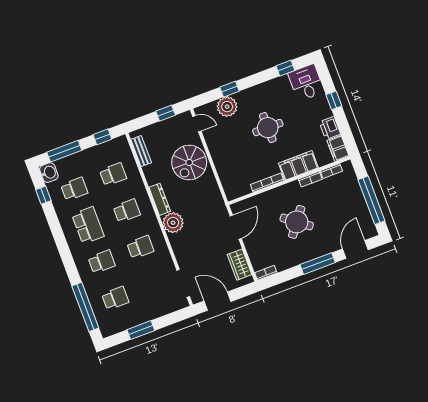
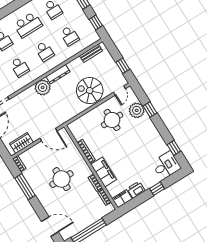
round table: (268, 128) -> (112, 120), moved
round table: (297, 222) -> (61, 179), turned -37
window: (318, 264) -> (25, 187), moved

